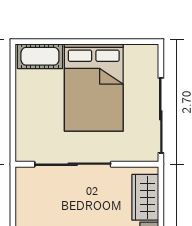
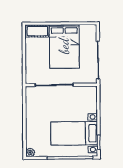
wardrobe: (145, 197) -> (91, 101), removed

